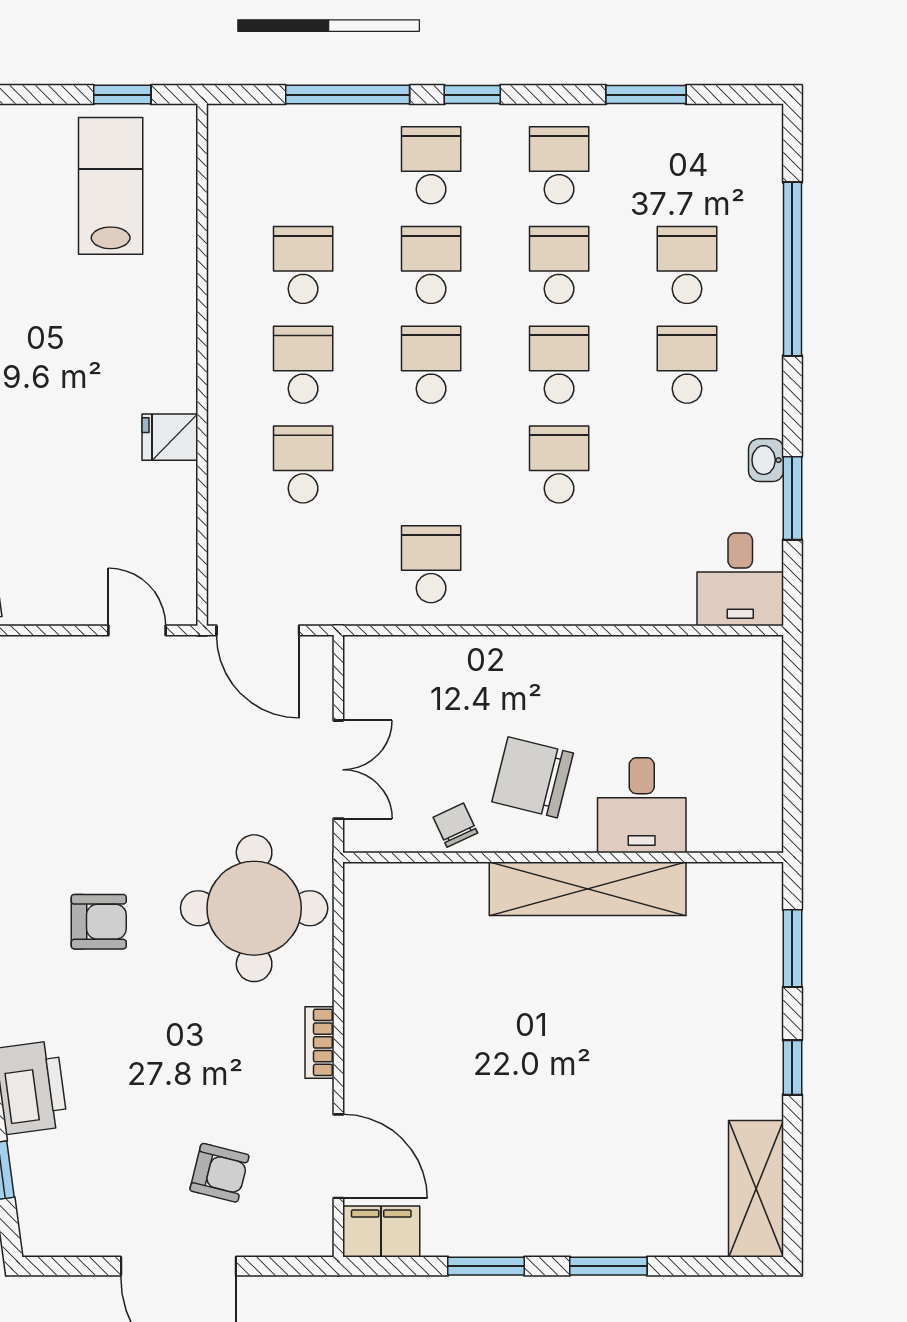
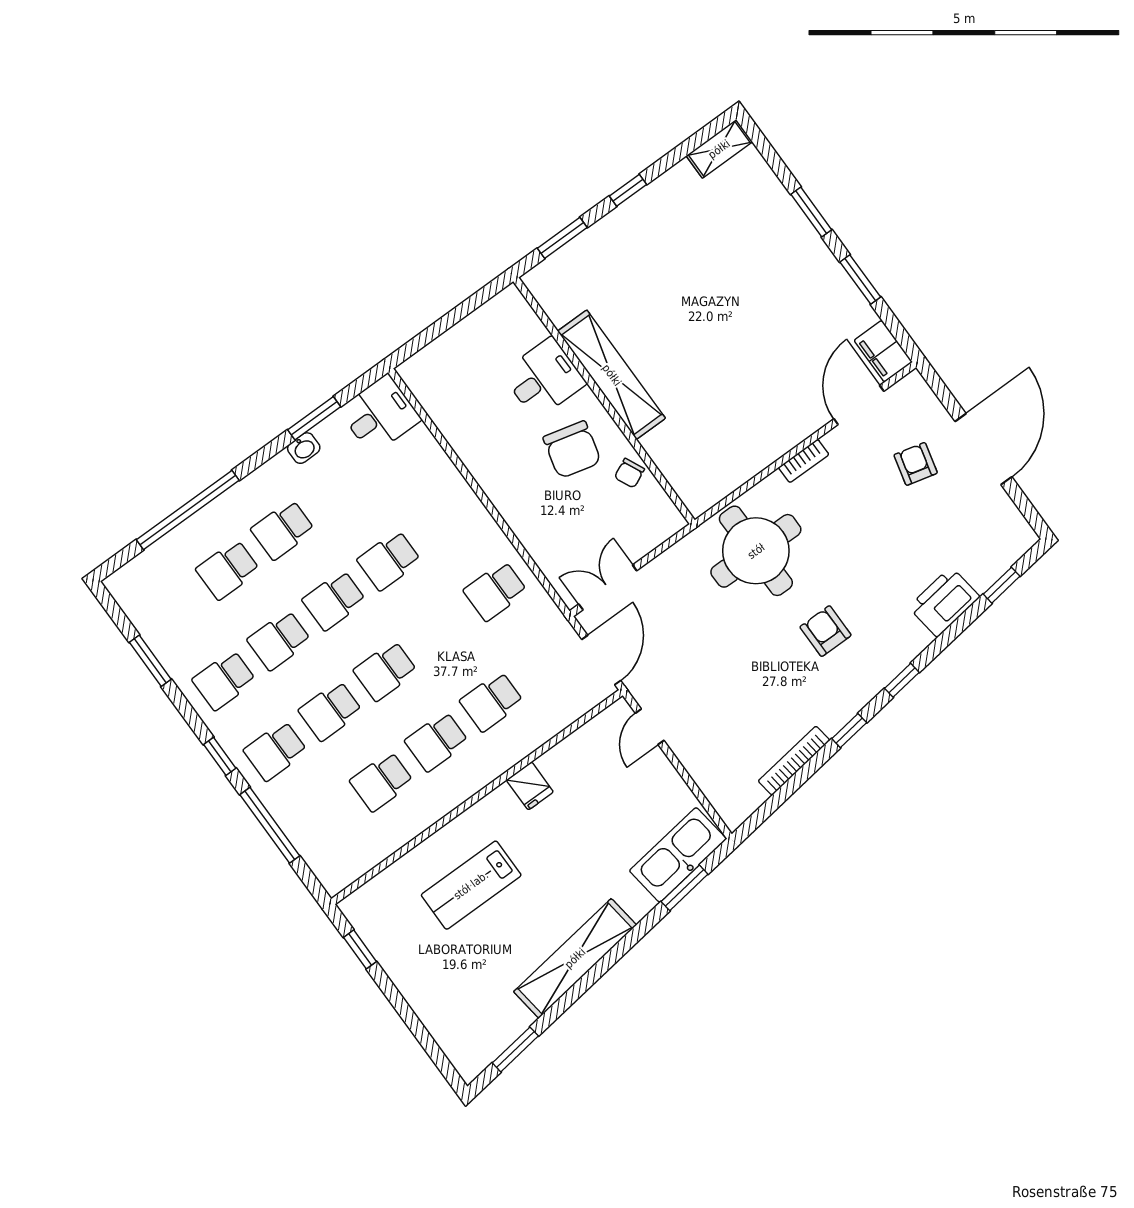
lab bench: (111, 186) -> (471, 885), moved
double door: (338, 770) -> (608, 587), moved
shelving: (756, 1189) -> (719, 149), width x0.67, depth x0.75

